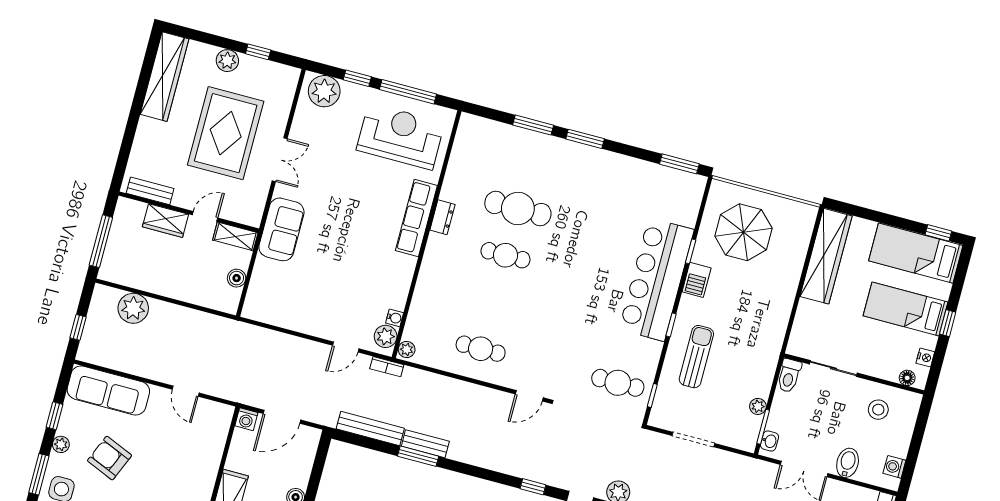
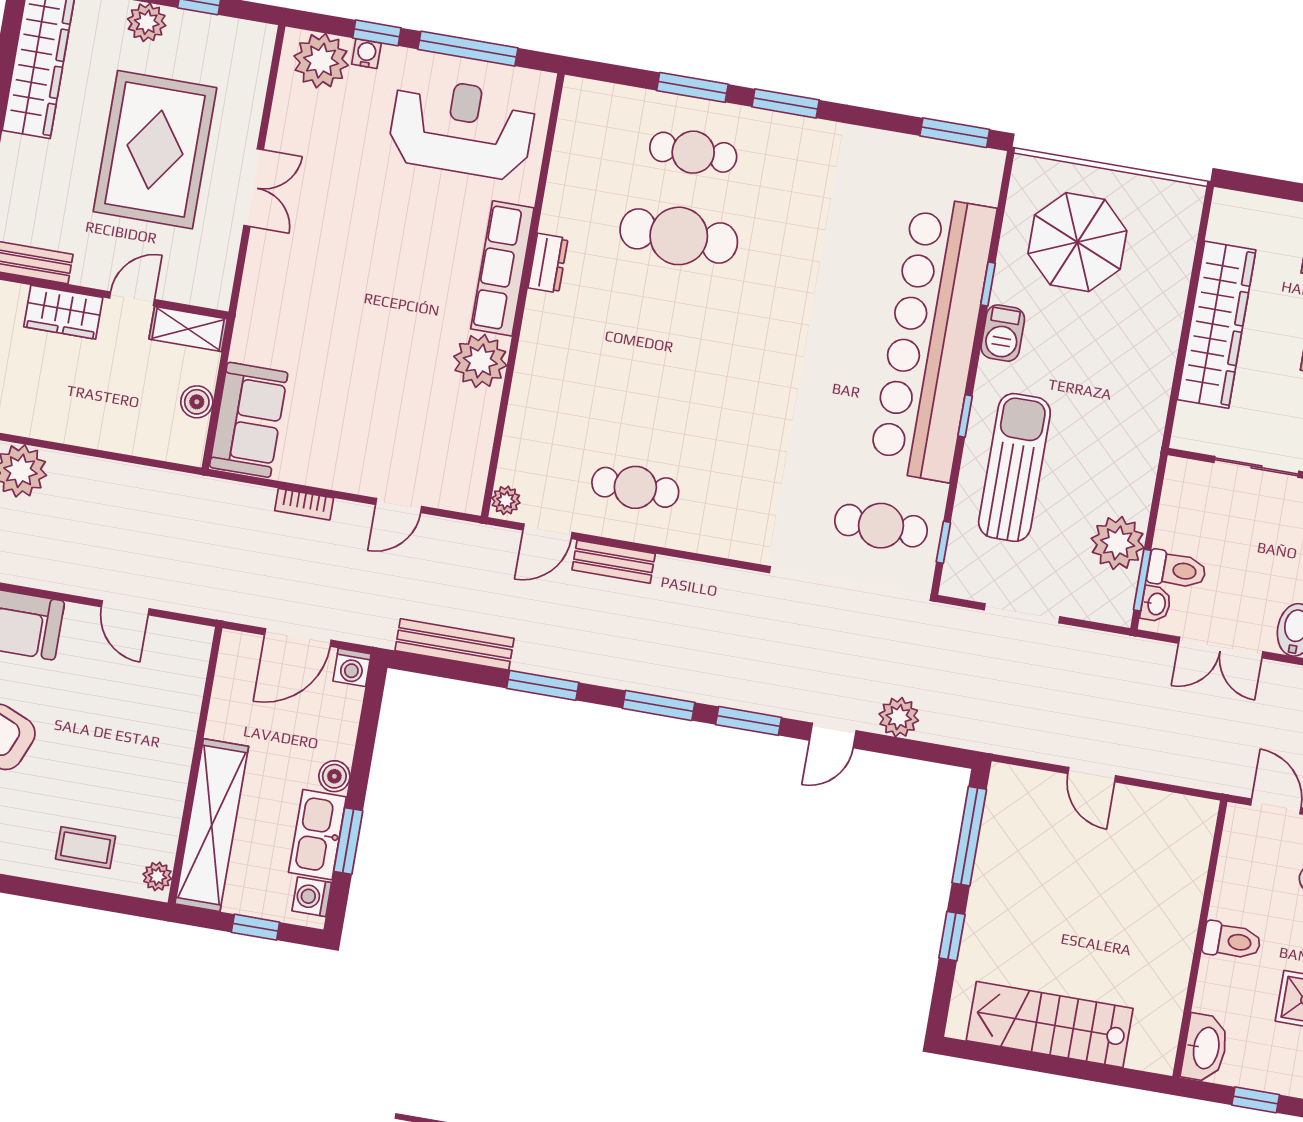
sofa: (281, 229) -> (249, 420), moved
cafe table: (505, 255) -> (693, 152), moved
wardrobe: (826, 256) -> (1217, 325), moved
bar counter: (656, 279) -> (933, 339), width x1.36
water cooler: (395, 318) -> (366, 54), moved, turned -90
plant: (386, 336) -> (480, 361), moved, width x1.36, depth x1.36
sun lounger: (696, 357) -> (1014, 467), width x1.36, depth x1.34
bookcase: (387, 367) -> (304, 504), moved
toilet: (789, 376) -> (1177, 570), moved, turned -90
door: (529, 396) -> (548, 531), moved
plant: (758, 406) -> (1118, 543), width x1.88, depth x1.88
washing machine: (246, 419) -> (352, 667), moved
bench: (425, 444) -> (614, 562), moved
window: (483, 473) -> (659, 705), added
window: (533, 487) -> (749, 721), width x1.50

